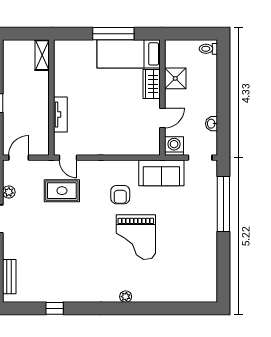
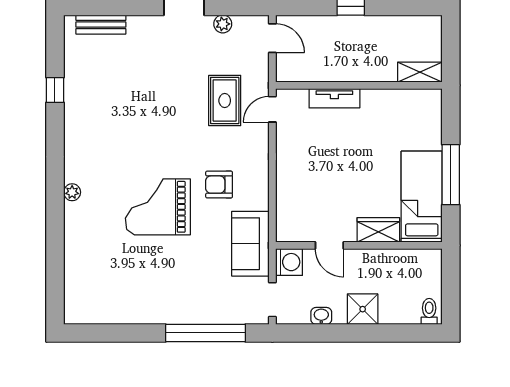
shower: (175, 78) -> (363, 309), moved

